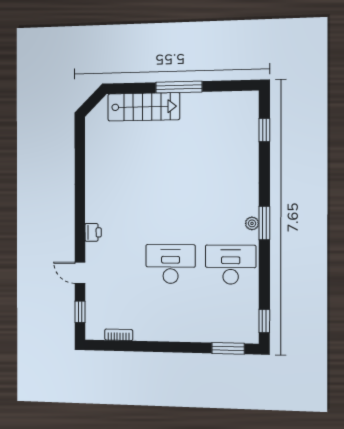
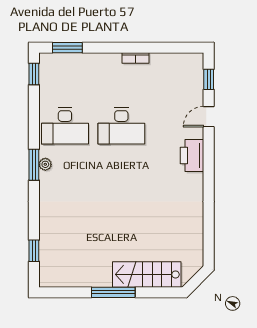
printer: (93, 232) -> (192, 155), width x1.87, depth x1.48
door: (80, 273) -> (209, 117), swing flipped
bookcase: (119, 335) -> (135, 58), moved

